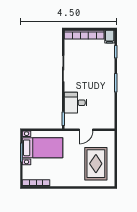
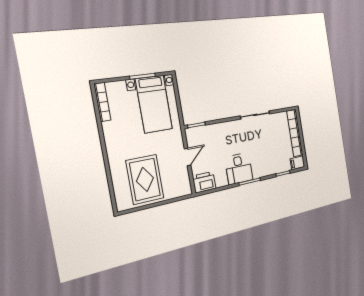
desk: (76, 103) -> (239, 169), moved, turned 180
printer: (108, 120) -> (204, 182), added
door: (86, 130) -> (188, 157), swing flipped
rug: (96, 164) -> (145, 179), turned 90

